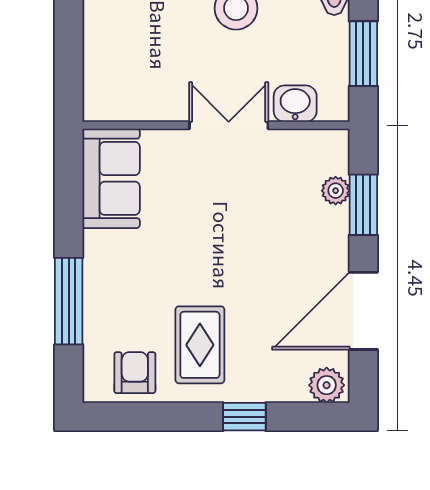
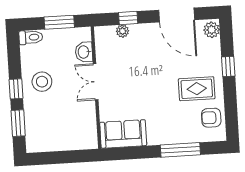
window: (363, 205) -> (128, 18), width x0.67

